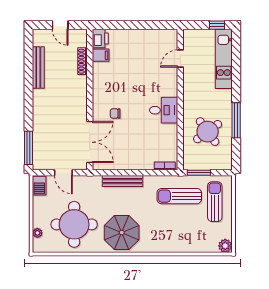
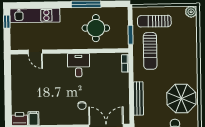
round table: (208, 132) -> (96, 28), turned 37

